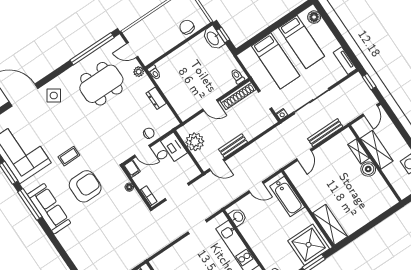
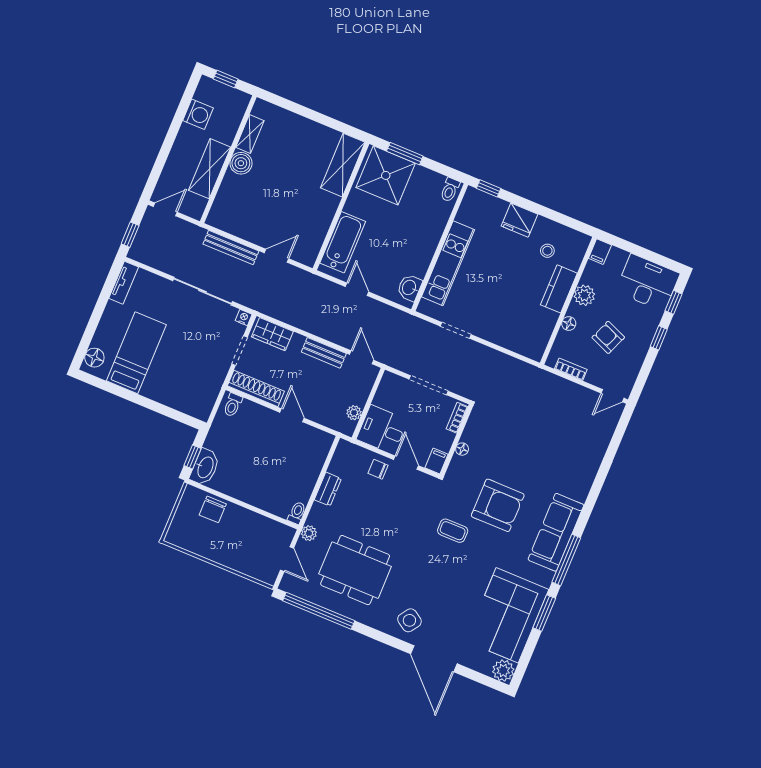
bed: (276, 61) -> (182, 370), removed
wardrobe: (262, 124) -> (272, 334), added
plant: (195, 142) -> (354, 413), width x0.53, depth x0.53
shelving: (359, 151) -> (250, 134), moved
coffee table: (69, 156) -> (453, 531), moved
armchair: (85, 186) -> (498, 505), turned 180

